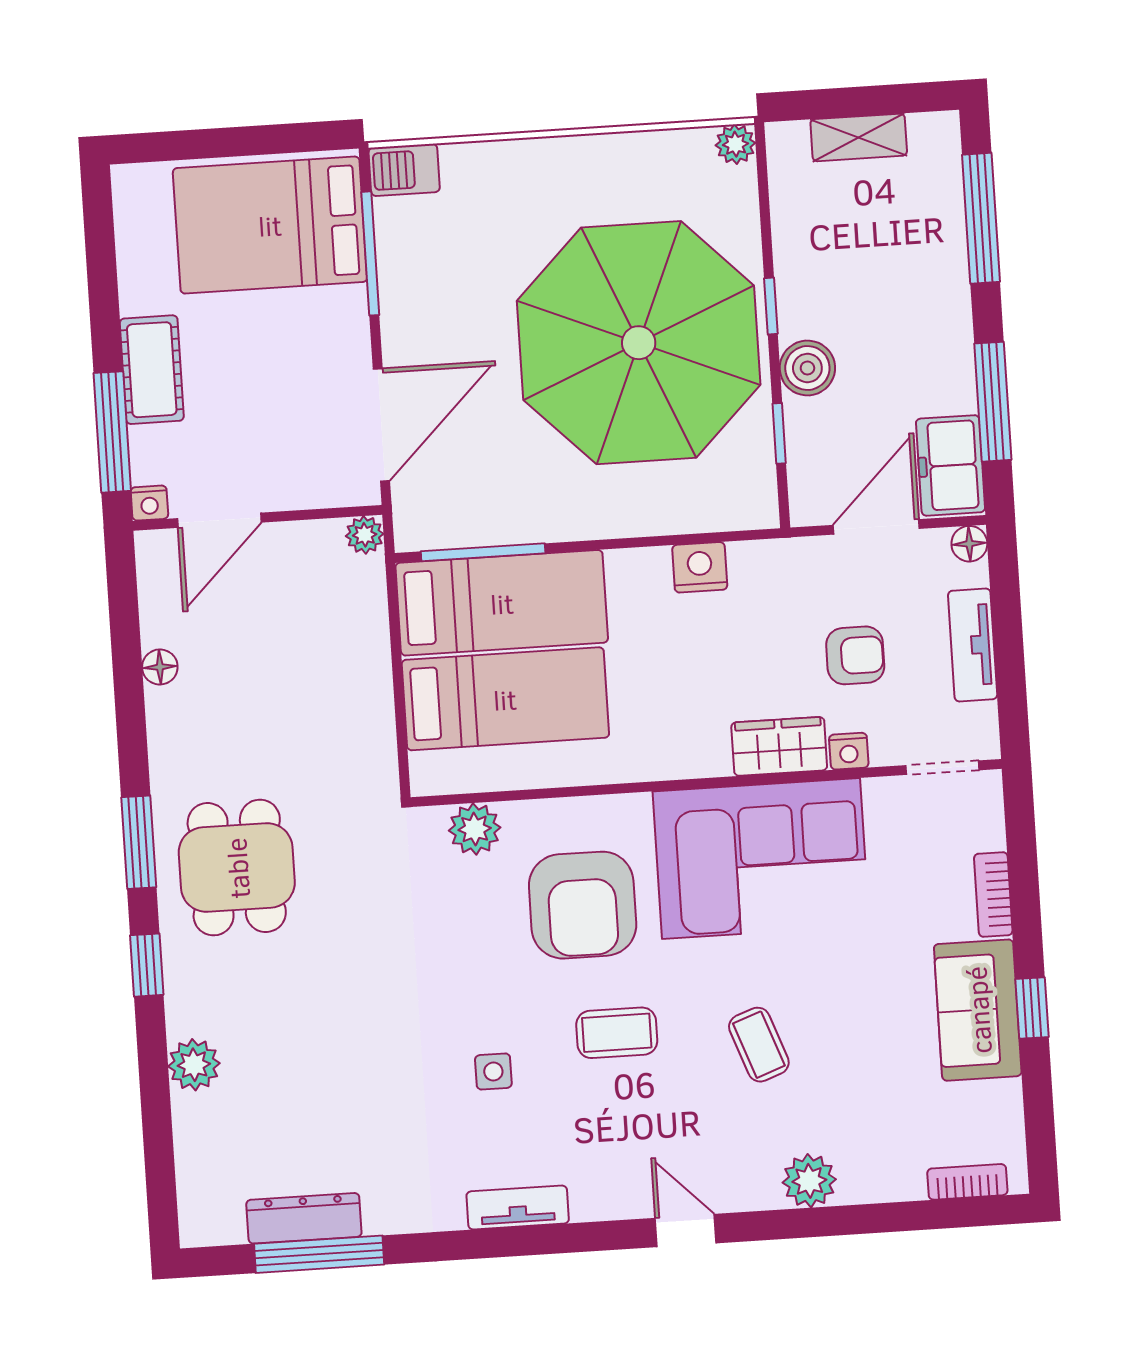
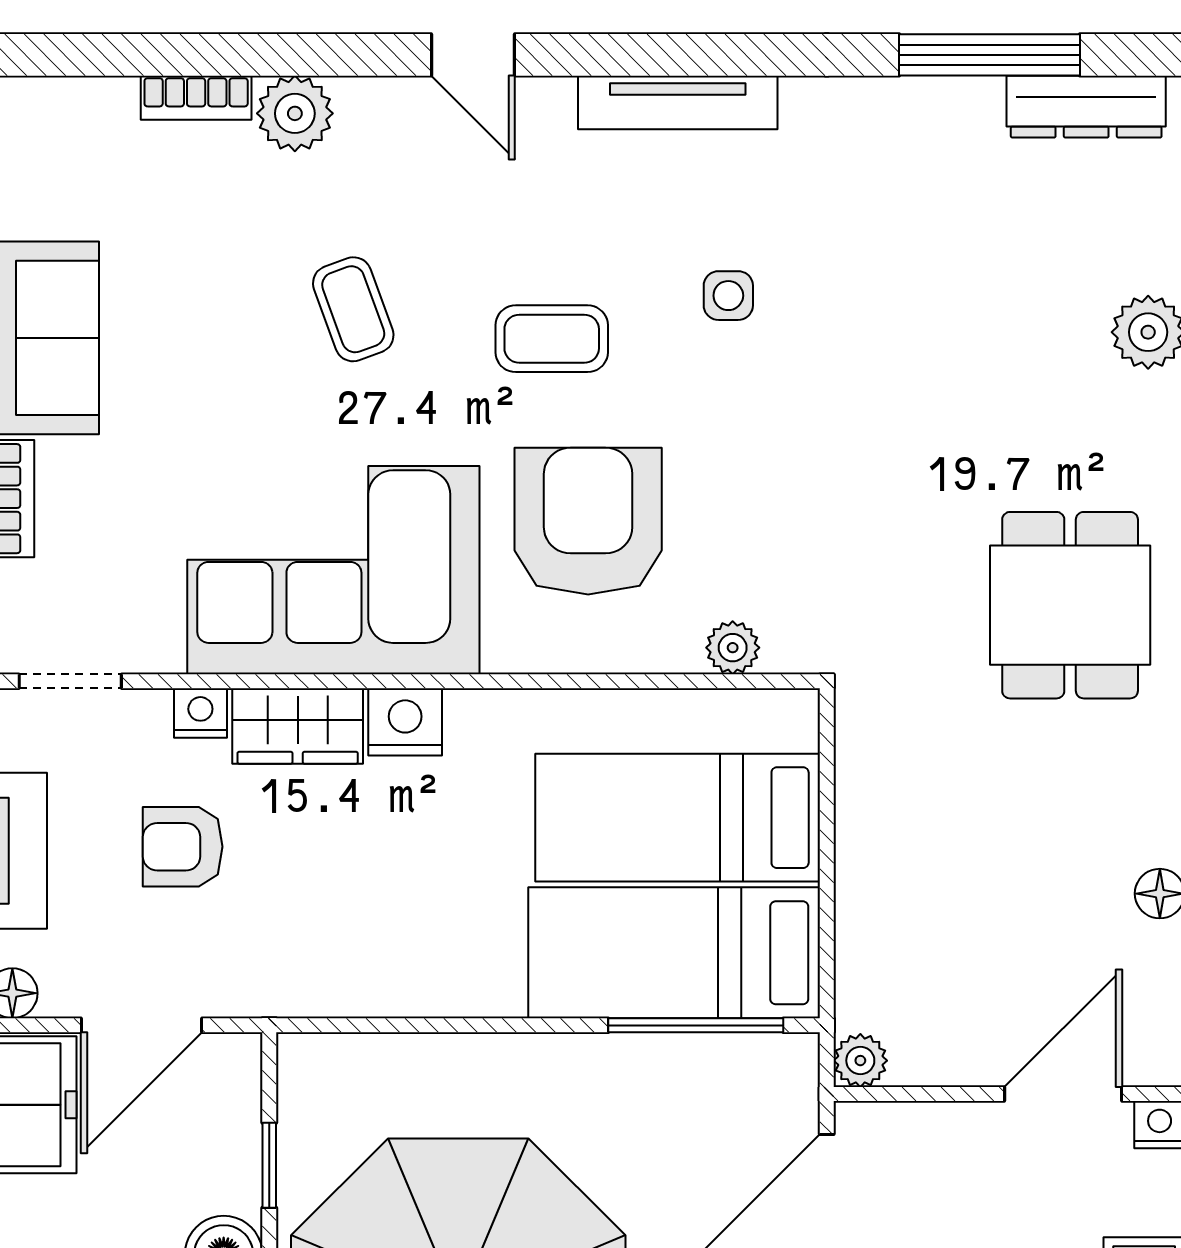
nightstand: (700, 567) -> (405, 722), moved, turned 180
plant: (475, 829) -> (733, 648), width x0.73, depth x0.73
bookcase: (967, 1182) -> (196, 98), moved
tv unit: (518, 1207) -> (678, 103), width x1.41
dresser: (304, 1218) -> (1086, 107), moved

